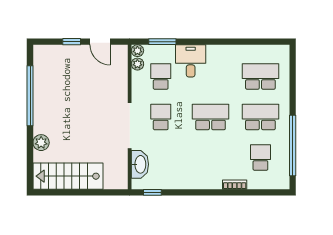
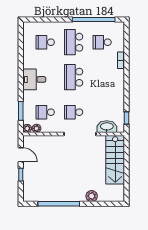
door: (100, 42) -> (21, 155), hinge flipped
desk: (191, 61) -> (34, 79), moved
school desk: (260, 76) -> (45, 42), width x0.54
stairs: (68, 176) -> (115, 160), moved

